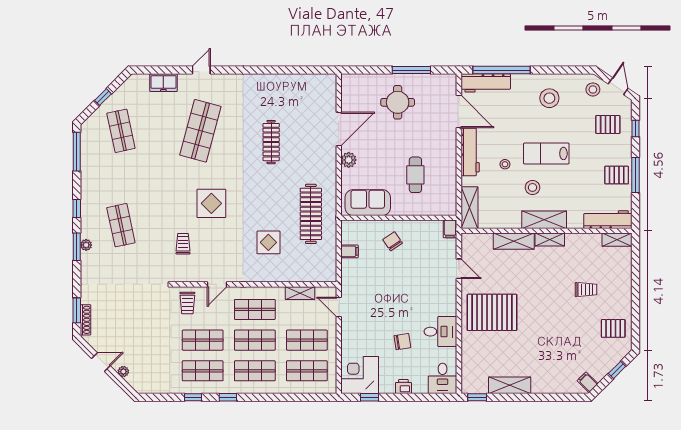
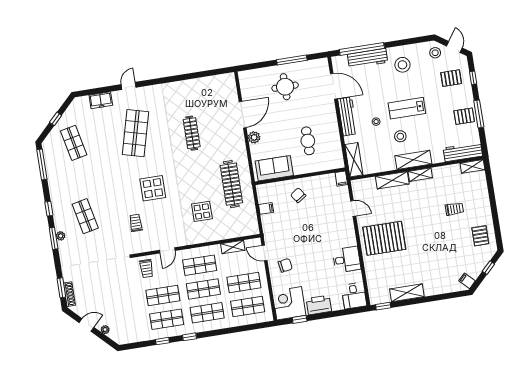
workbench: (486, 83) -> (368, 58), moved
pallet: (613, 328) -> (480, 236), turned 90
chair: (402, 342) -> (285, 265), moved
printer: (403, 387) -> (319, 305), width x1.87, depth x1.48

